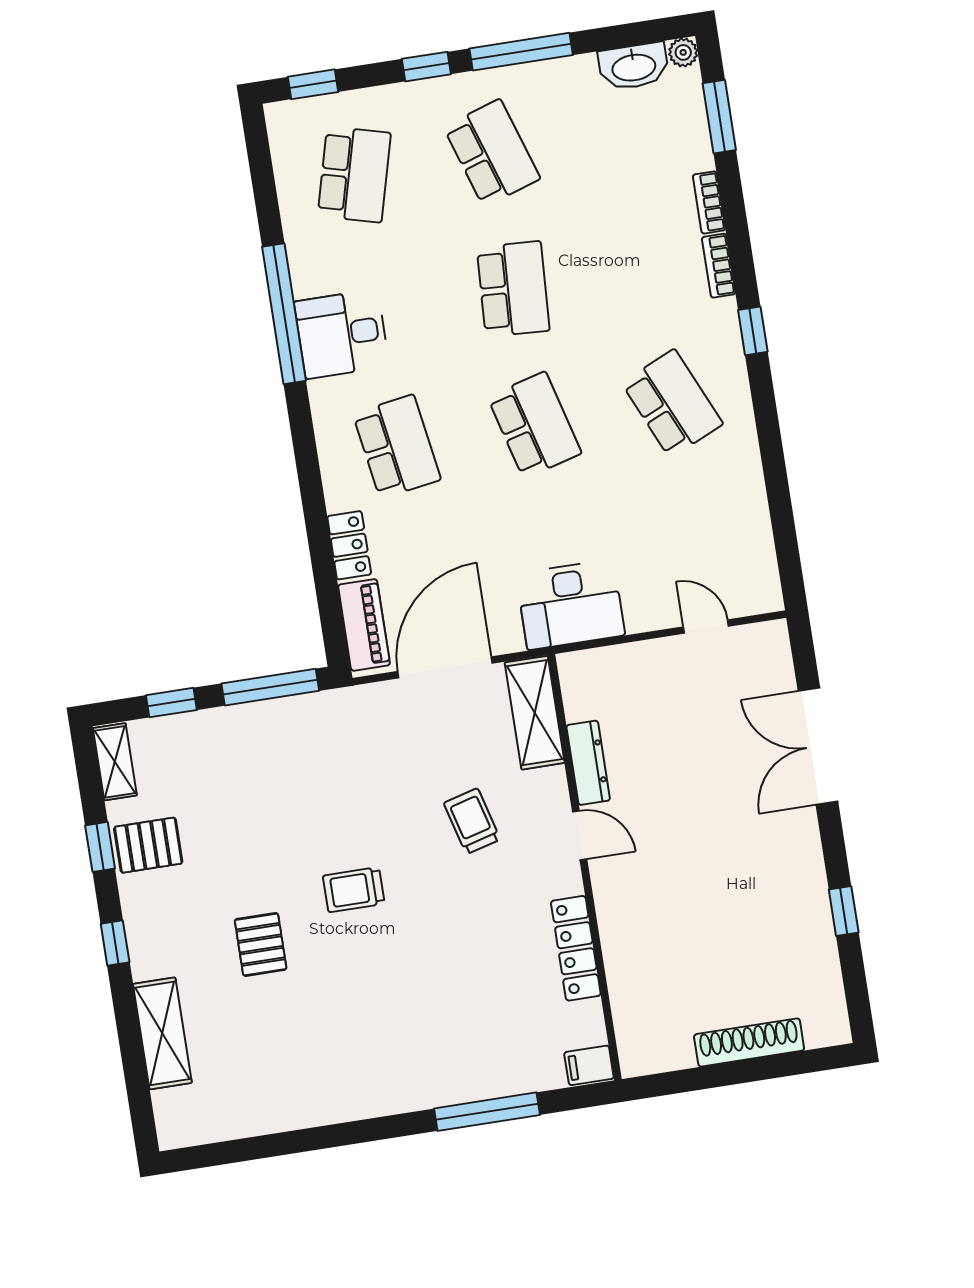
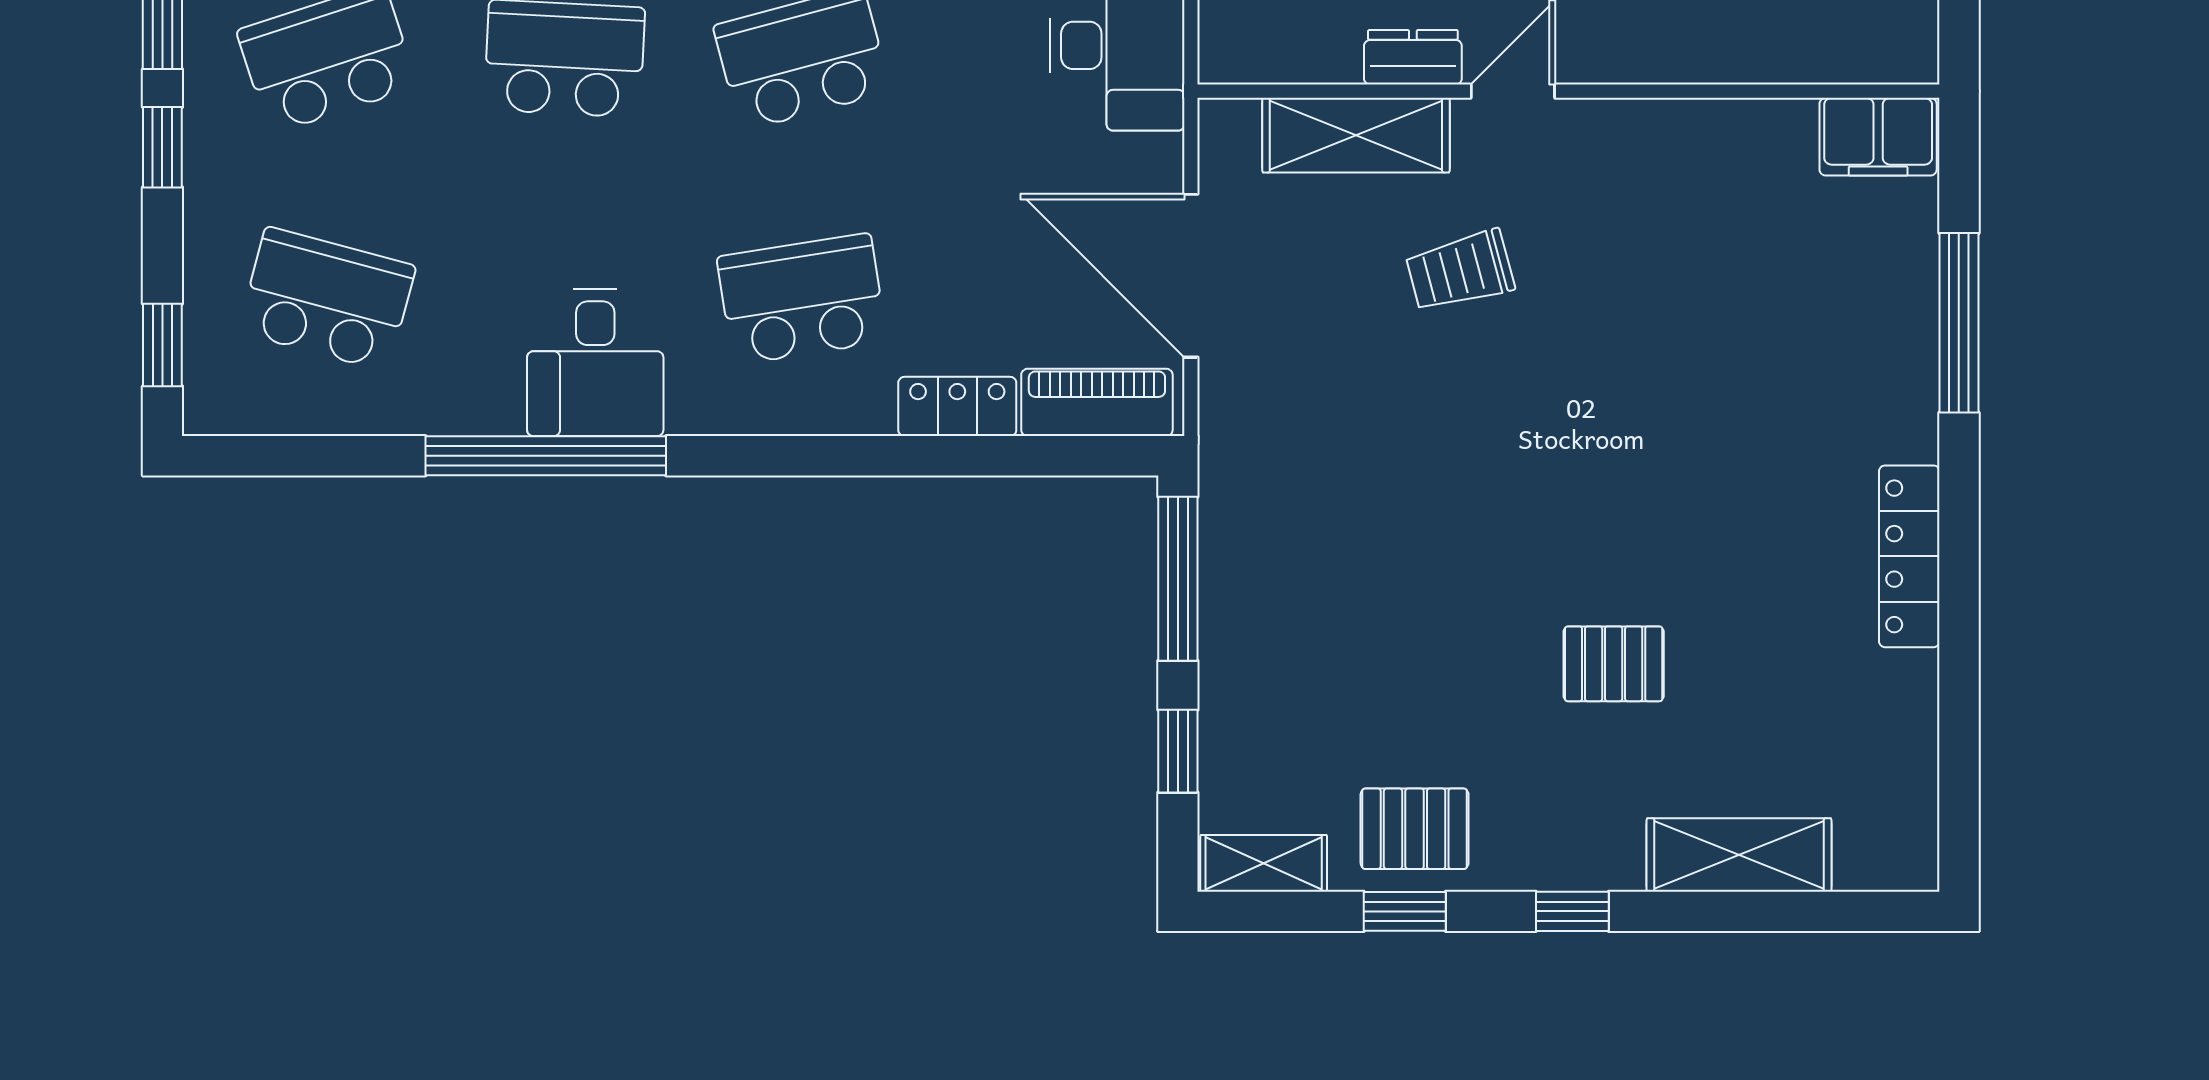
shelving: (535, 713) -> (1356, 135), moved
dresser: (588, 763) -> (1413, 57), width x0.70
pallet: (148, 845) -> (1415, 829), turned 90
trolley: (354, 890) -> (1545, 491), removed
locker: (576, 948) -> (1909, 556), moved, turned 90
filing cabinet: (589, 1065) -> (1878, 137), width x2.00

